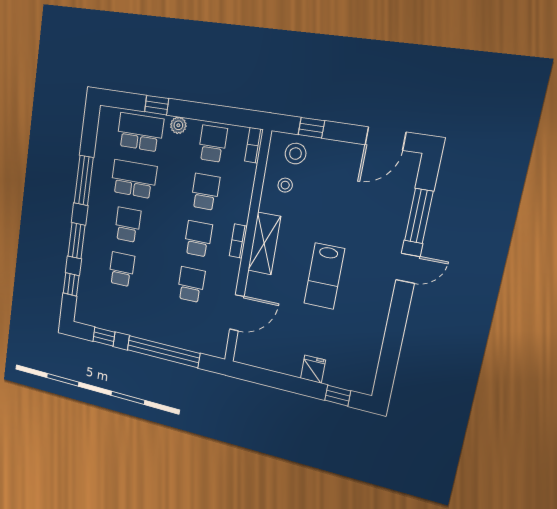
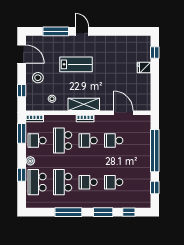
window: (230, 116) -> (22, 133), added
stool: (295, 154) -> (38, 78), moved
school desk: (205, 192) -> (63, 140), width x1.85
lab bench: (324, 276) -> (76, 64), moved

